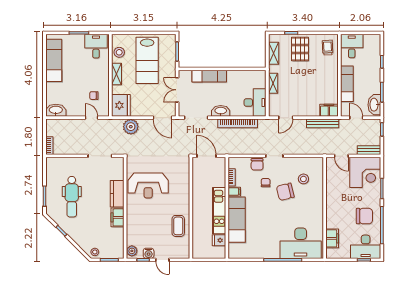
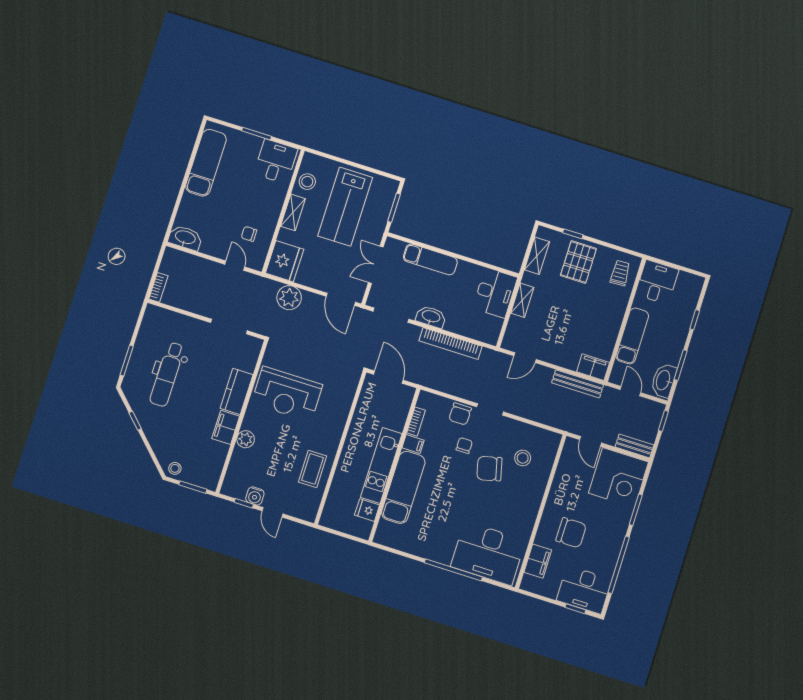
desk: (255, 103) -> (495, 293), moved
chair: (364, 216) -> (571, 533), moved
plant: (132, 251) -> (246, 439), moved

